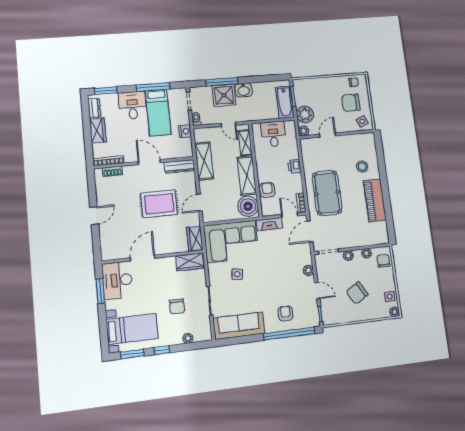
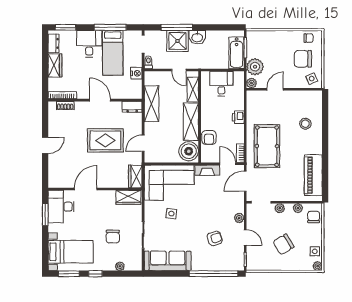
dresser: (180, 166) -> (132, 107), width x0.70
armchair: (267, 190) -> (209, 137), turned 180
piano: (375, 200) -> (313, 175), moved
armchair: (285, 313) -> (215, 238), moved, turned 72

